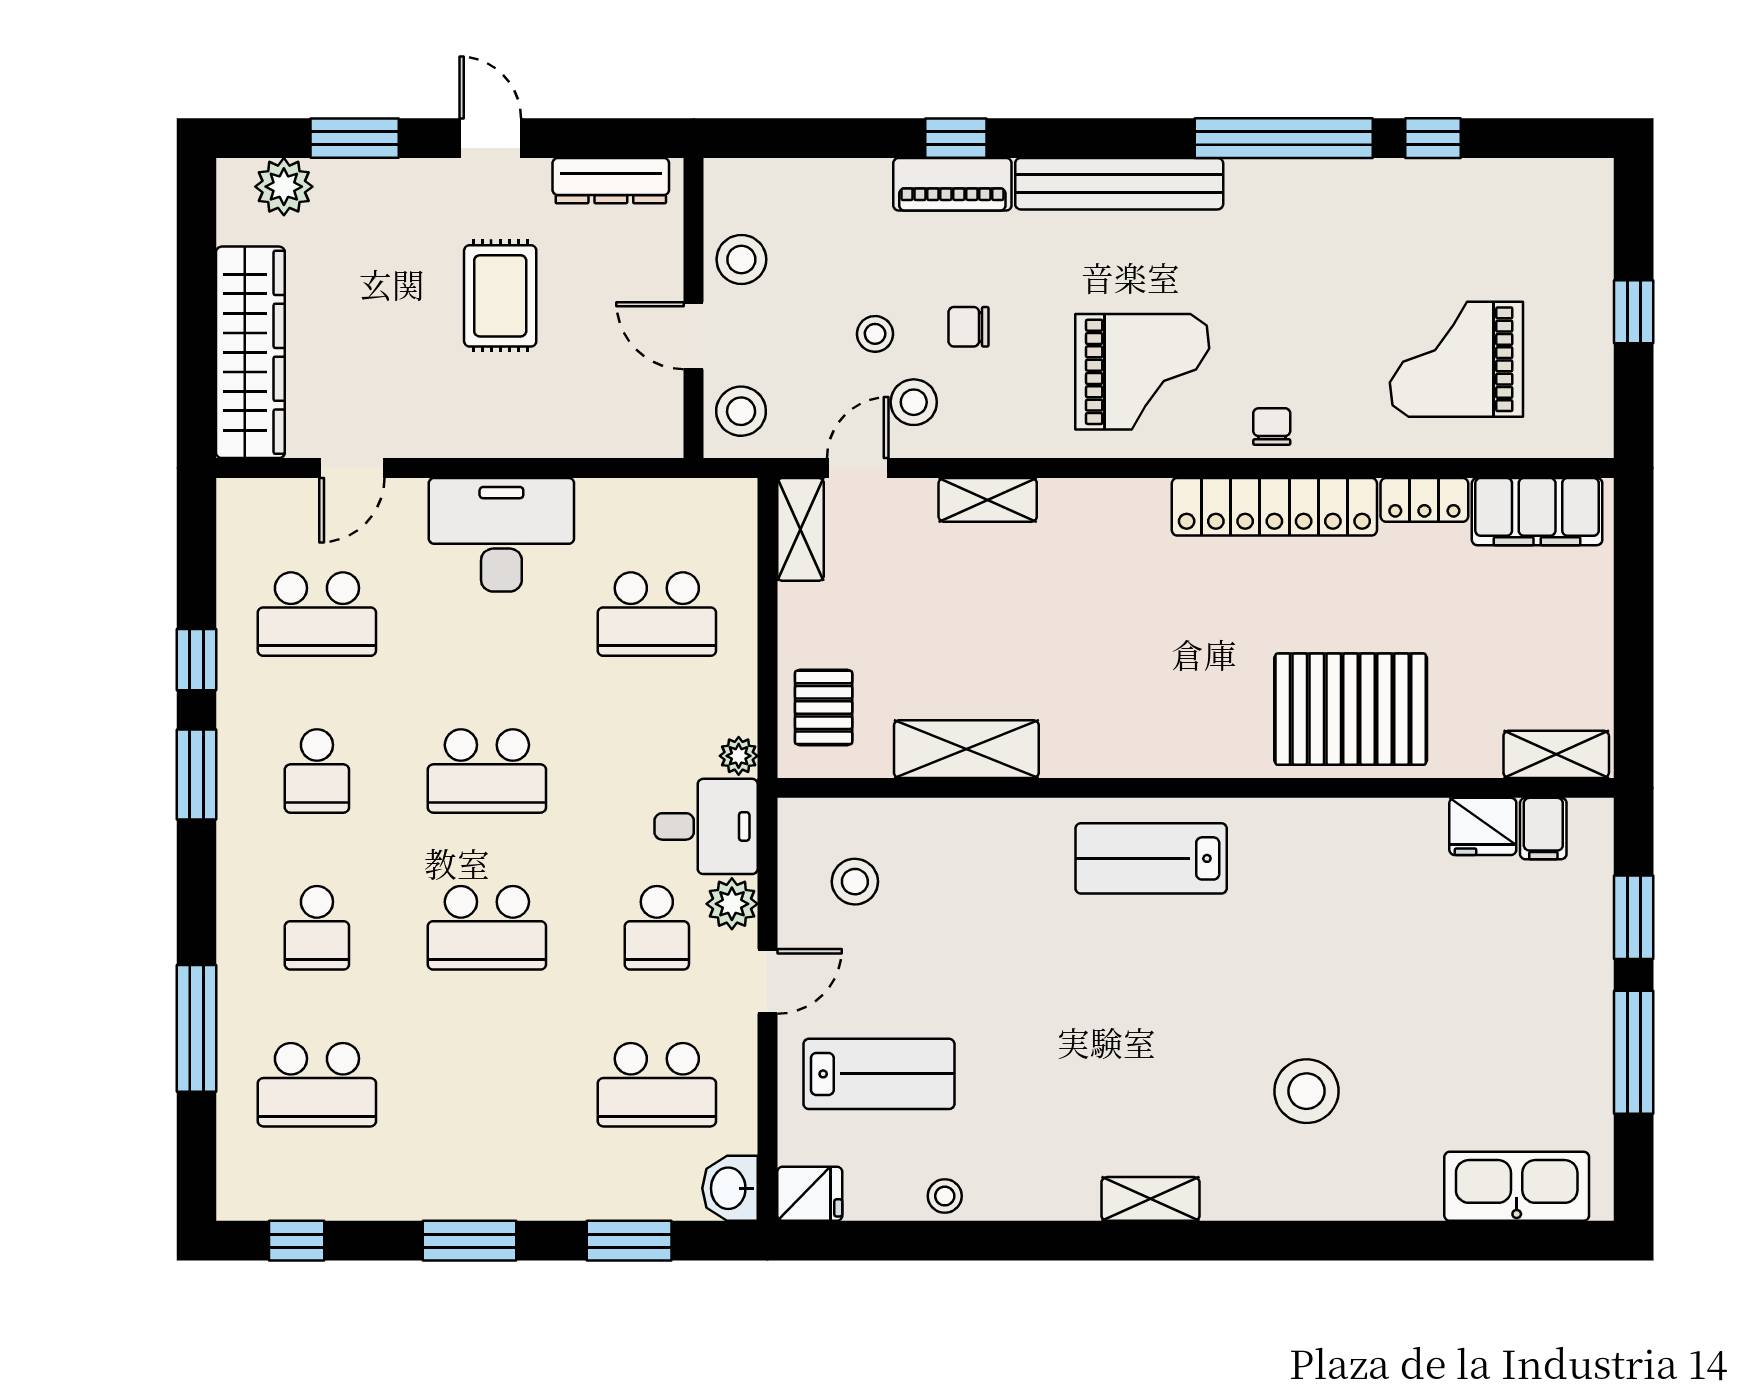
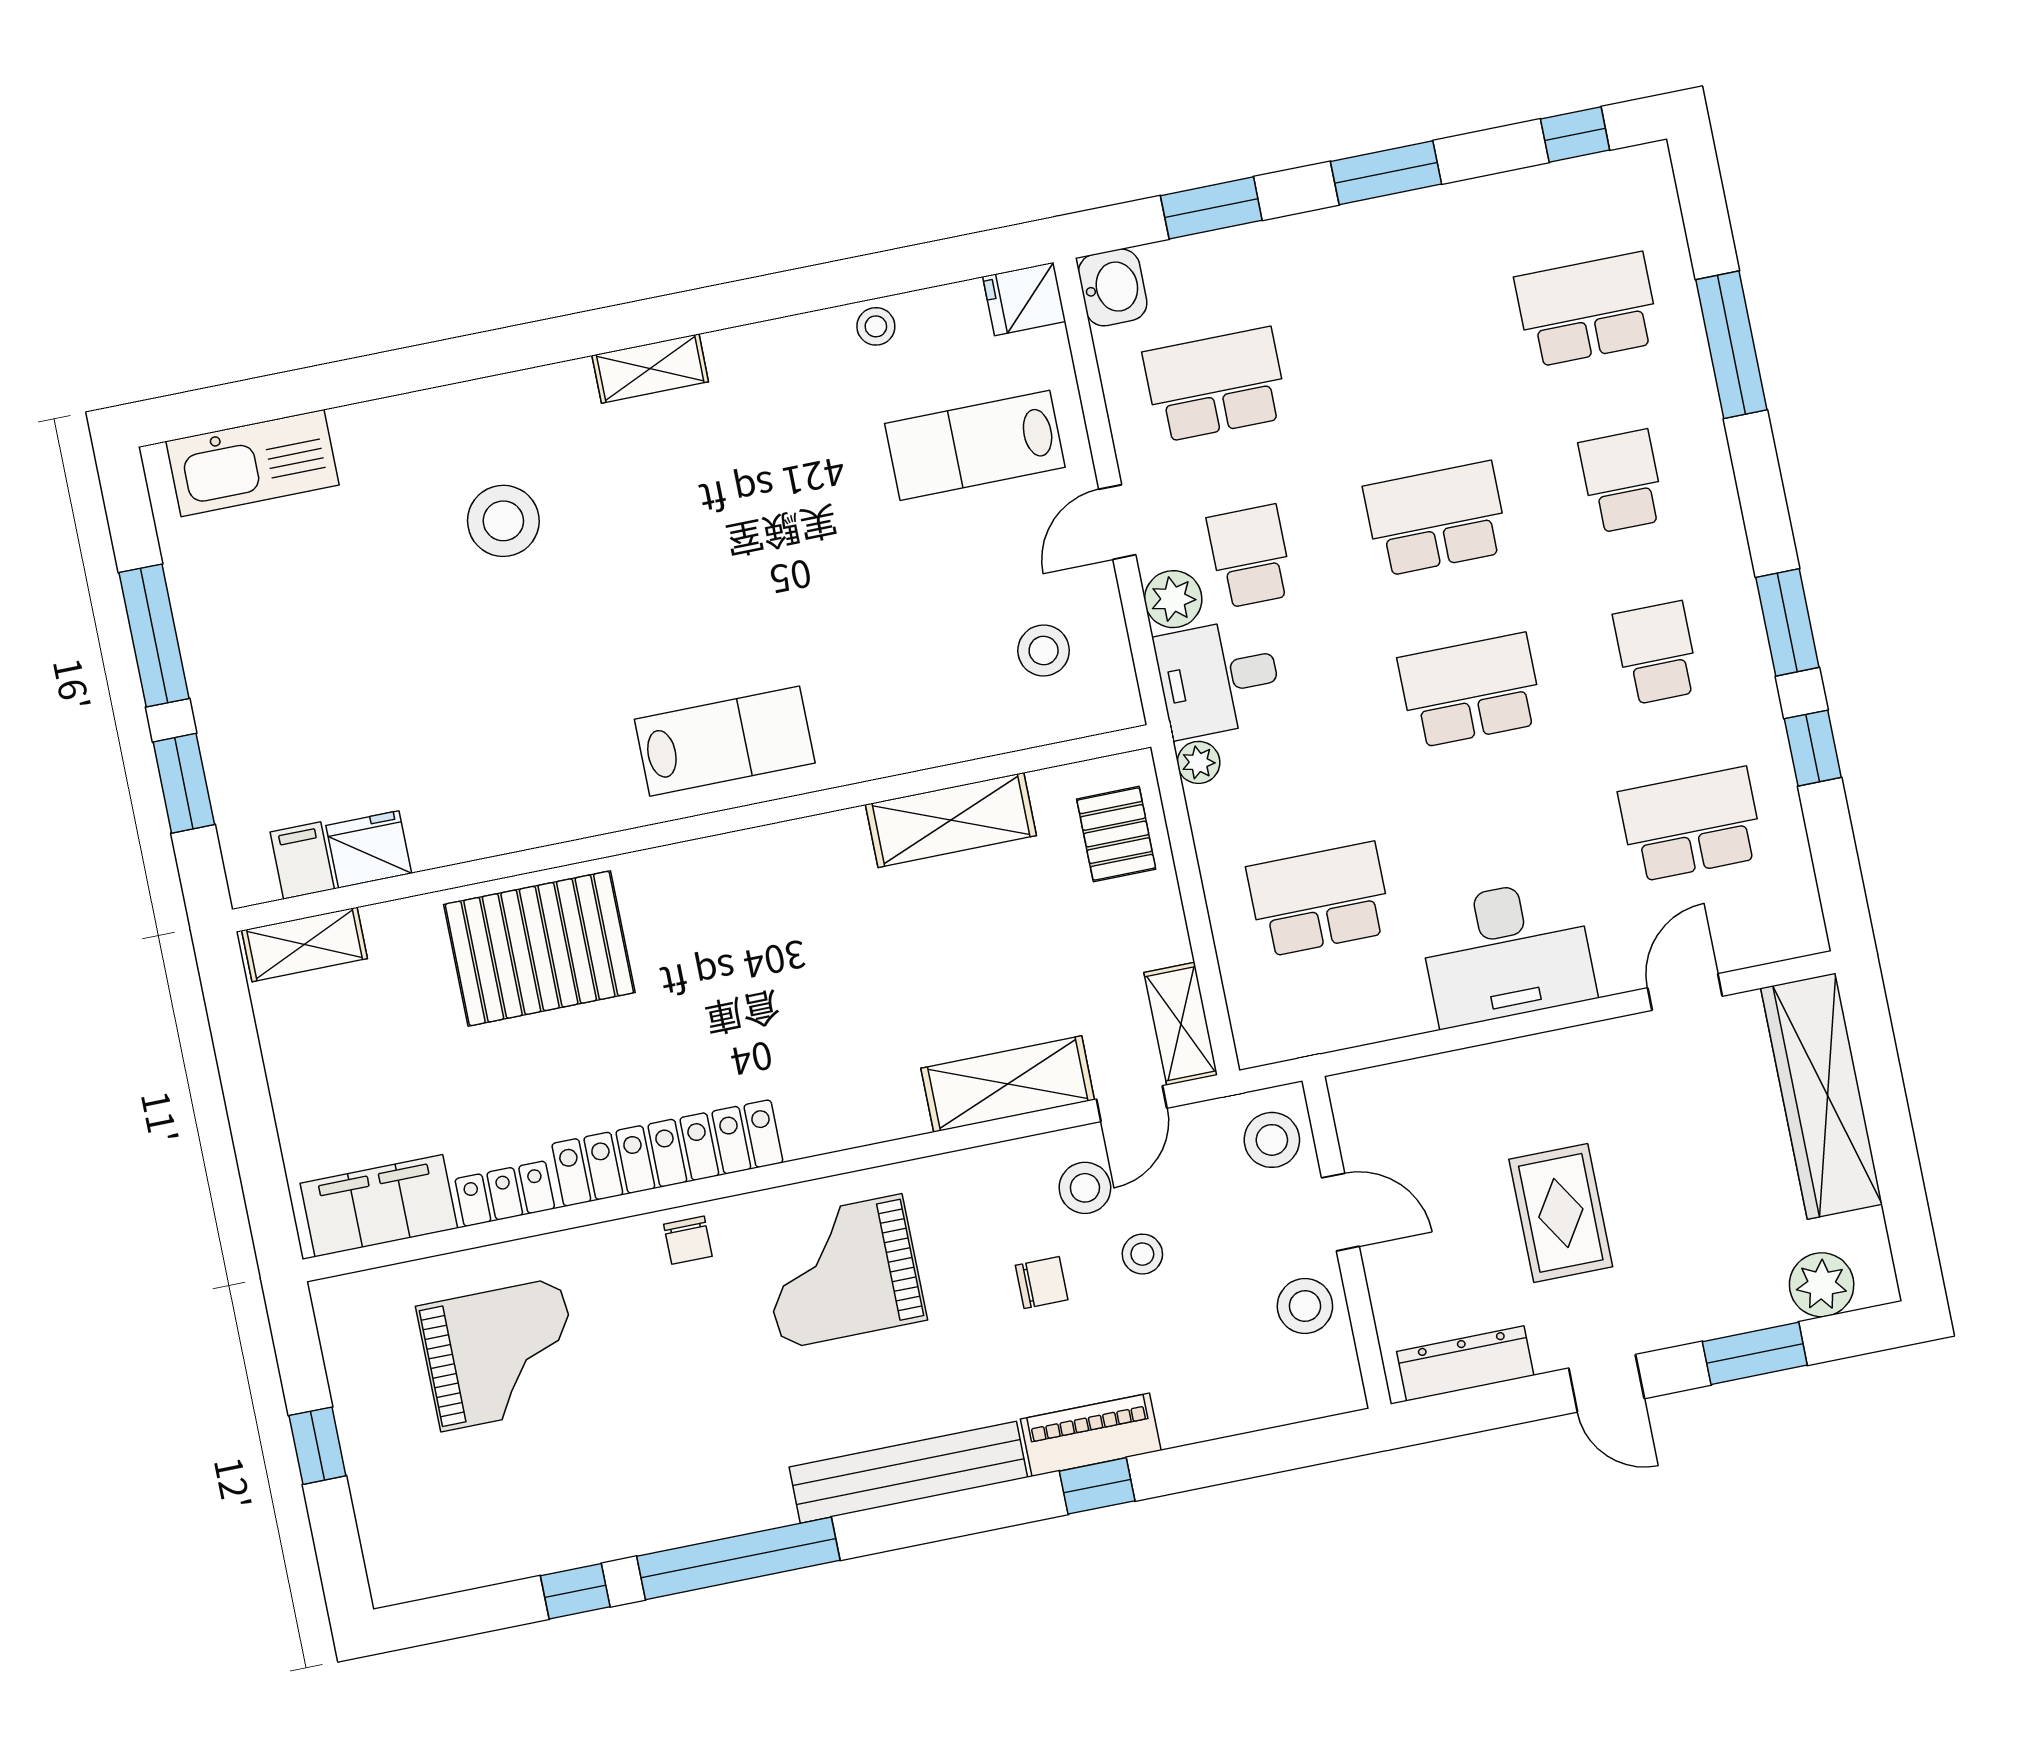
shelving: (988, 500) -> (1008, 1084), width x1.50, depth x1.33

